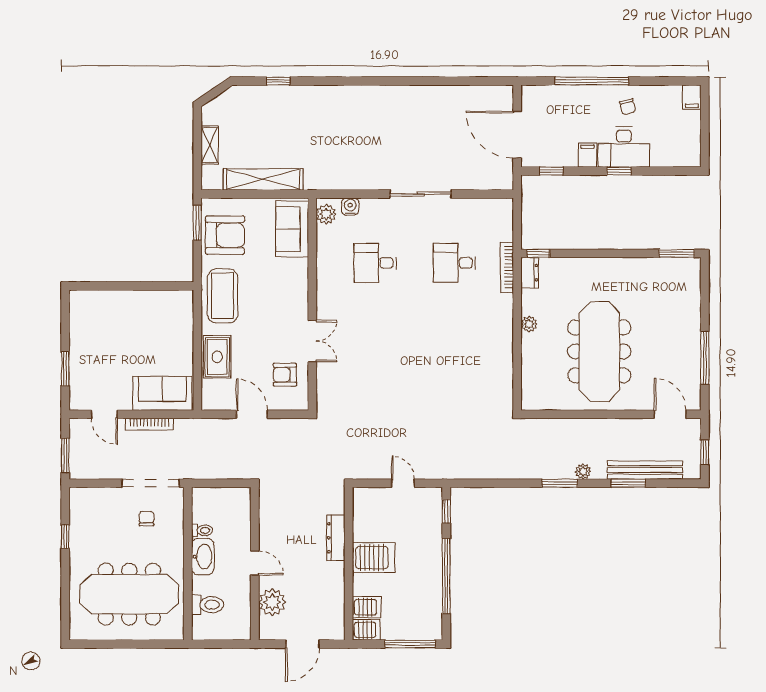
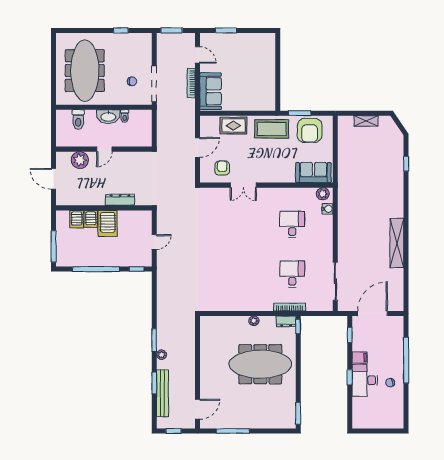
filing cabinet: (692, 97) -> (396, 423), removed
shelving: (263, 179) -> (397, 243), moved
sliding door: (421, 194) -> (335, 281), moved
window: (197, 223) -> (300, 113), moved
meeting table: (599, 351) -> (260, 364), moved
door: (104, 414) -> (197, 55), swing flipped
server rack: (366, 630) -> (91, 219), moved

